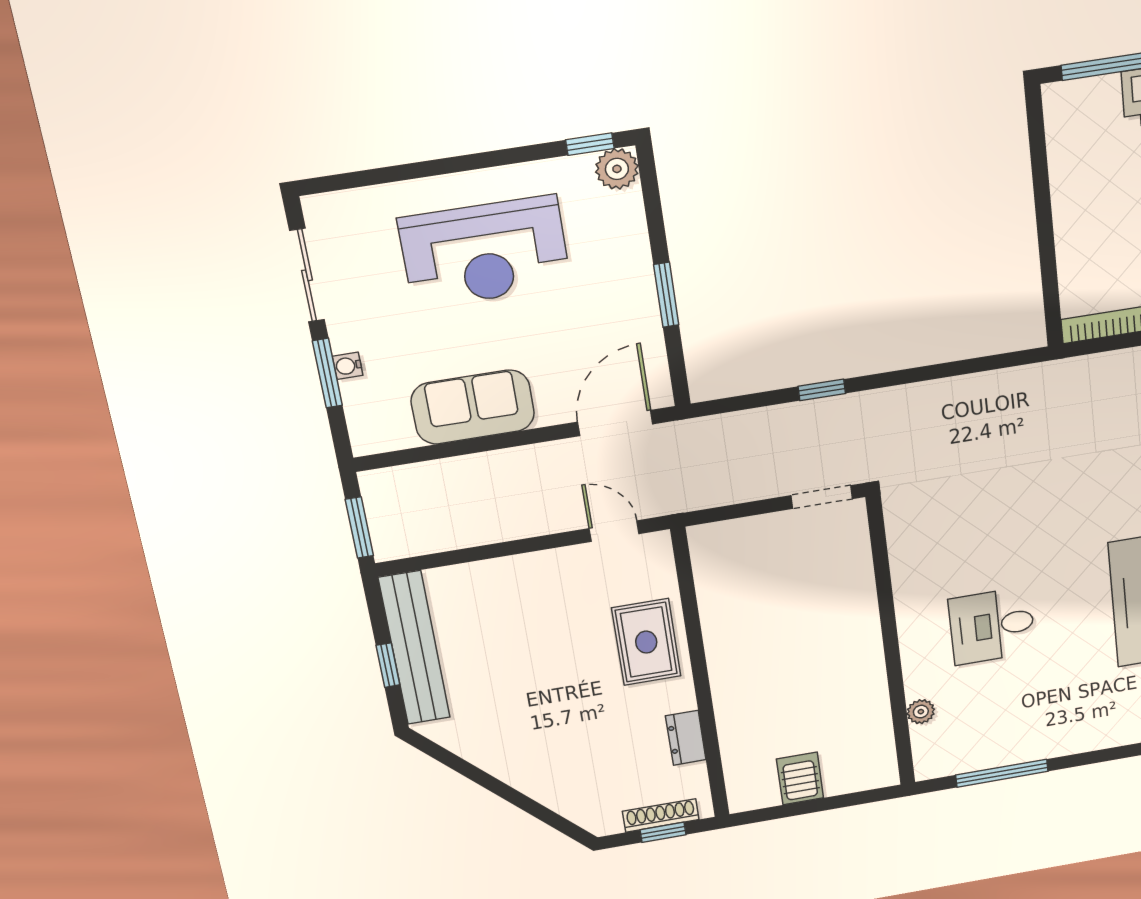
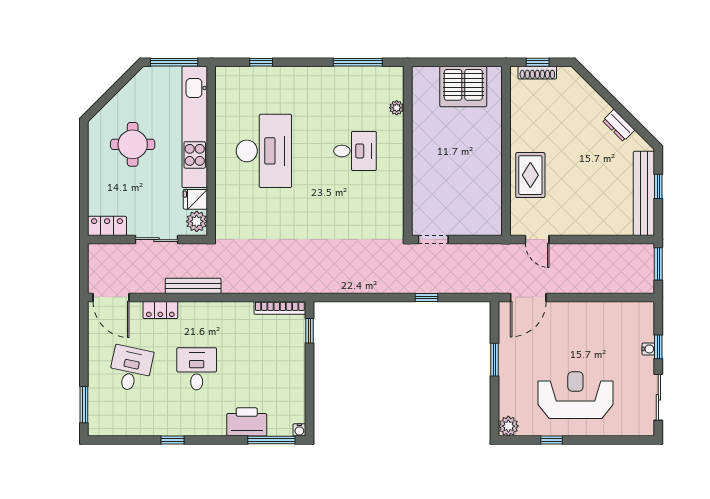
water cooler: (1054, 94) -> (299, 430), added
window: (590, 144) -> (551, 440), moved
window: (1050, 290) -> (309, 331), added
window: (327, 373) -> (658, 347), width x0.67
sofa: (473, 407) -> (594, 318), removed
dresser: (686, 738) -> (619, 125), moved, turned 135
server rack: (800, 778) -> (463, 86), width x2.18, depth x1.44

